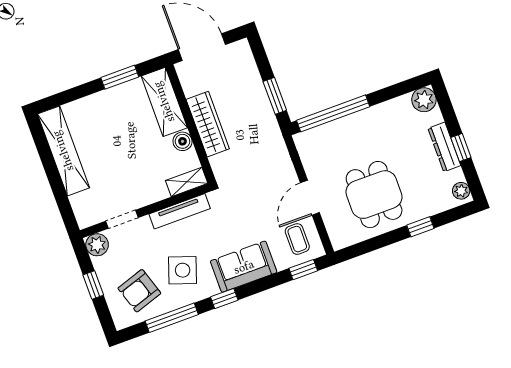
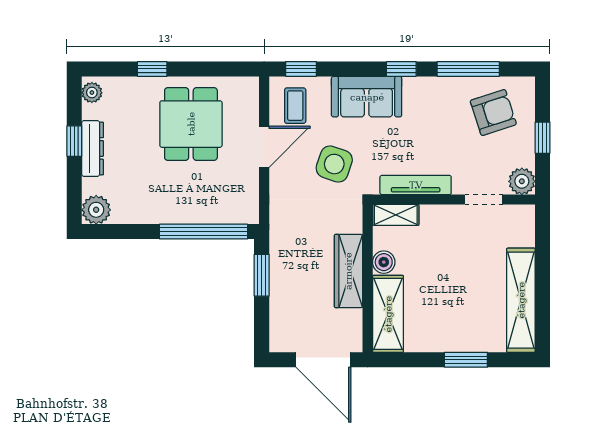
window: (120, 77) -> (466, 360), moved
side table: (183, 270) -> (334, 164), moved

